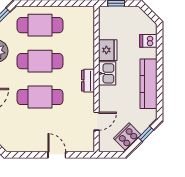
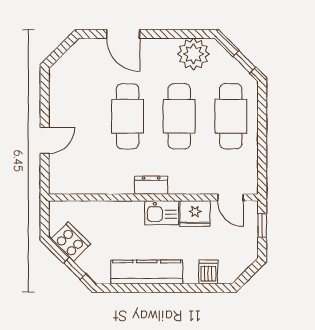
door: (97, 121) -> (230, 198), moved

